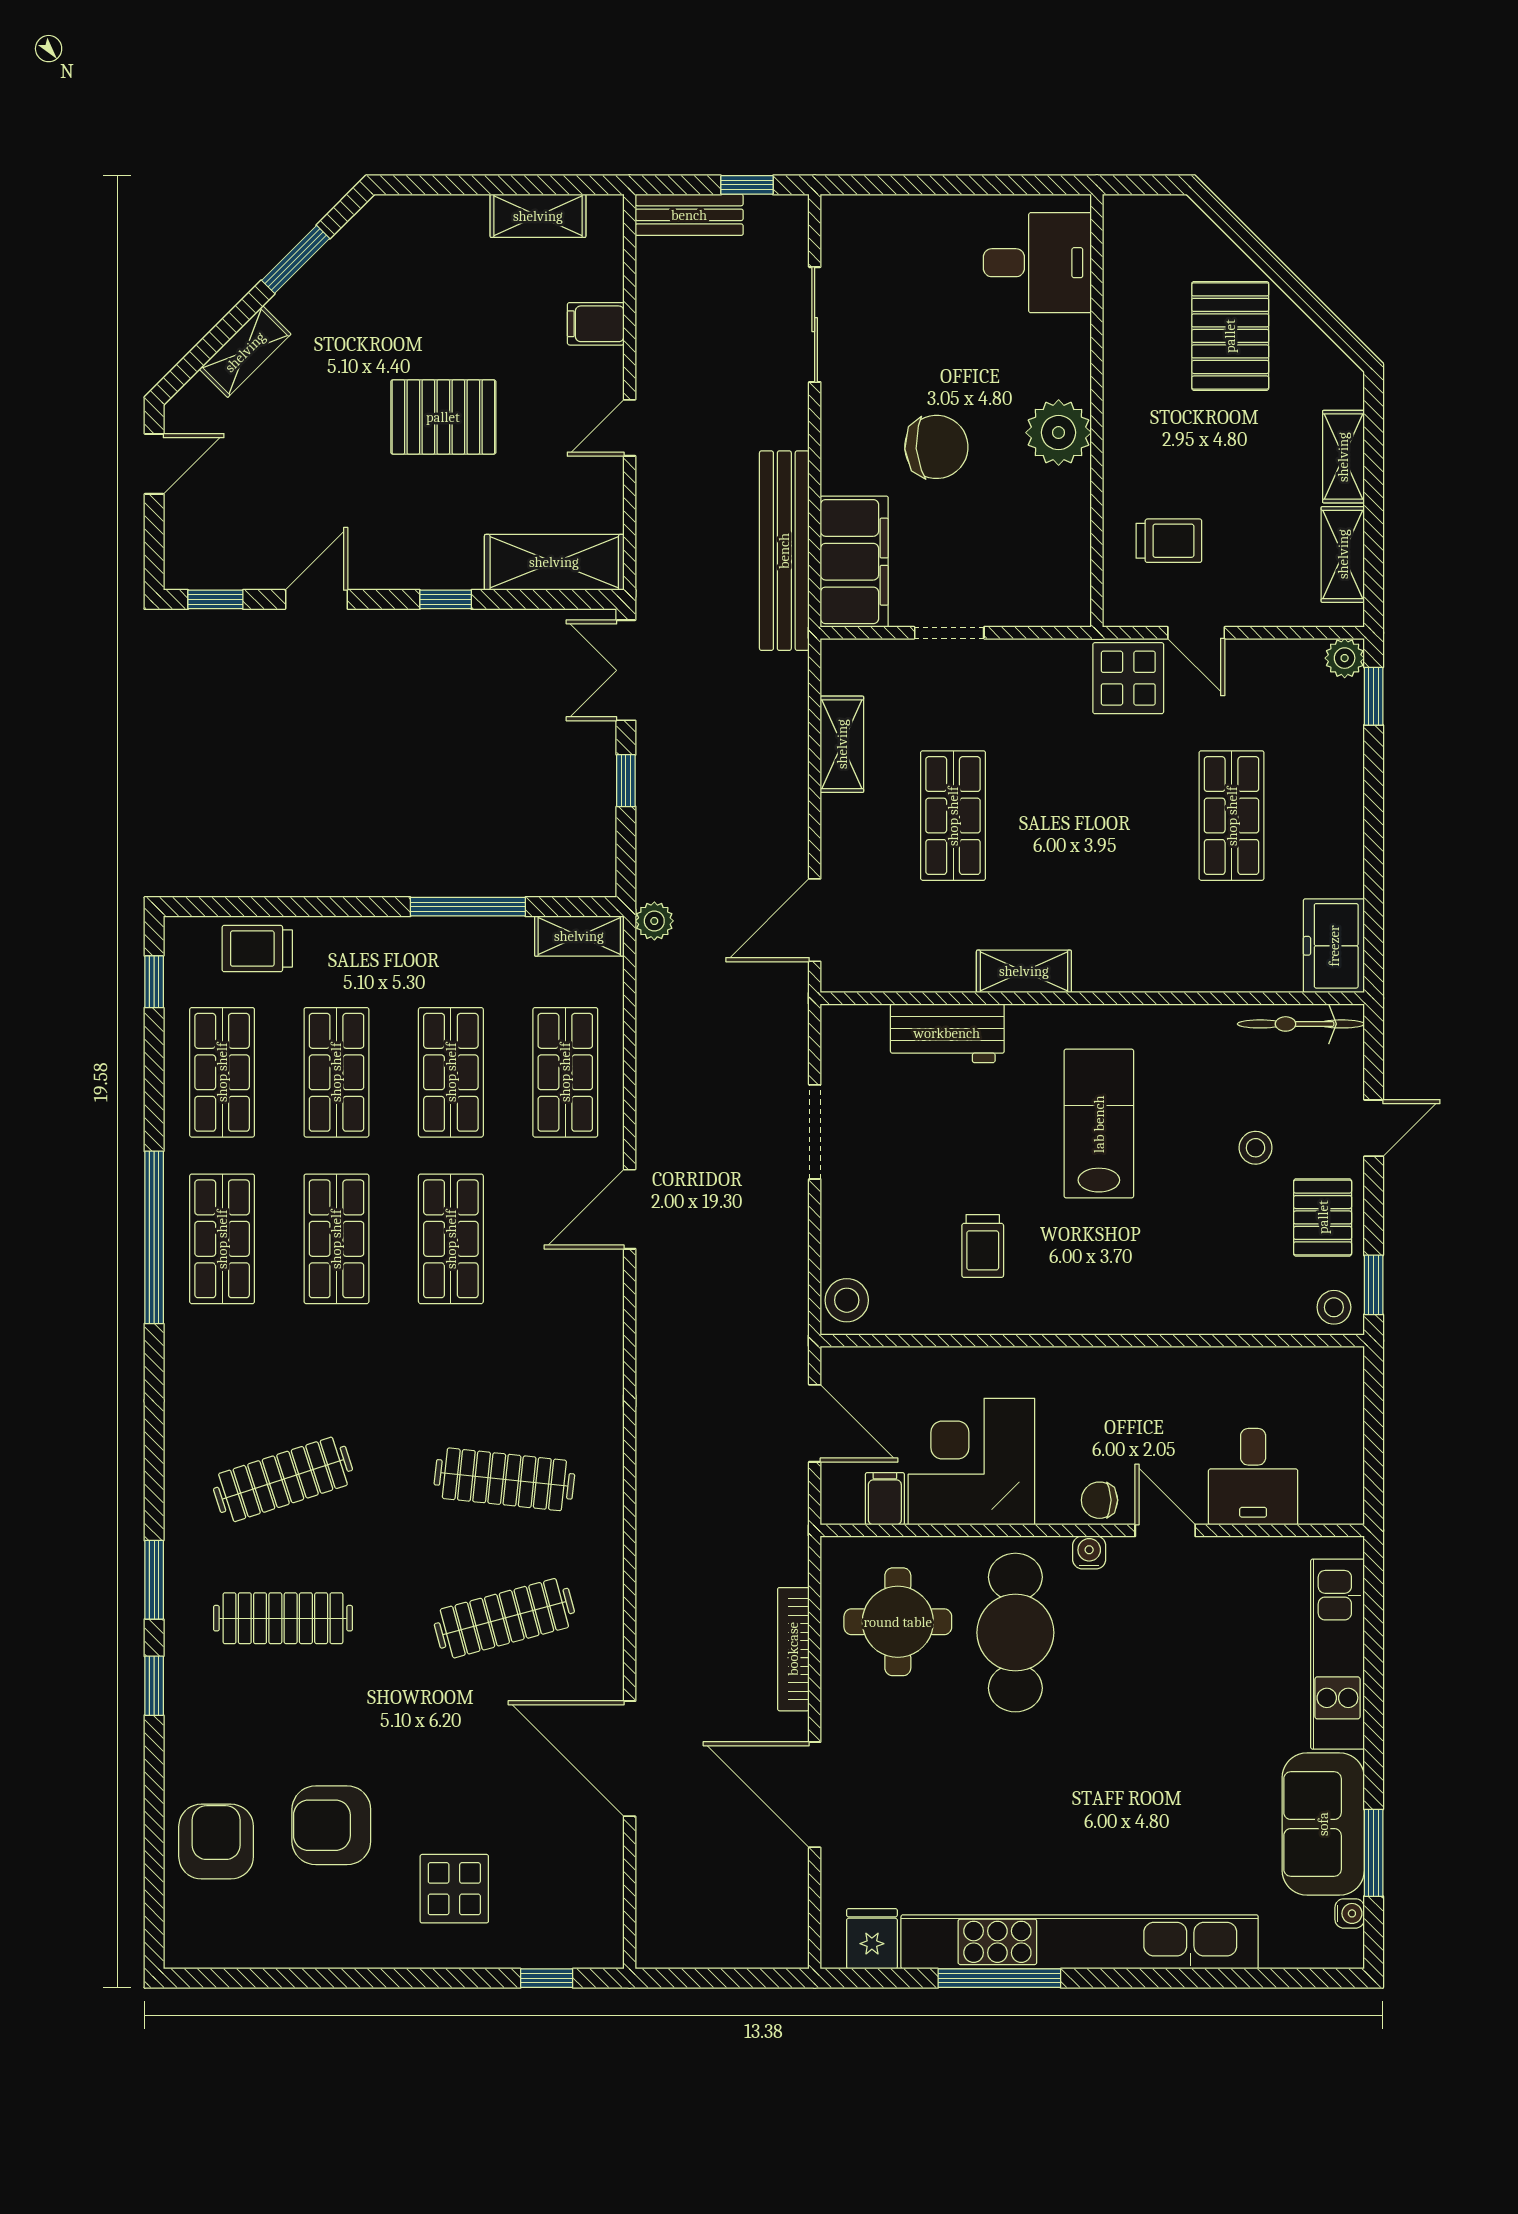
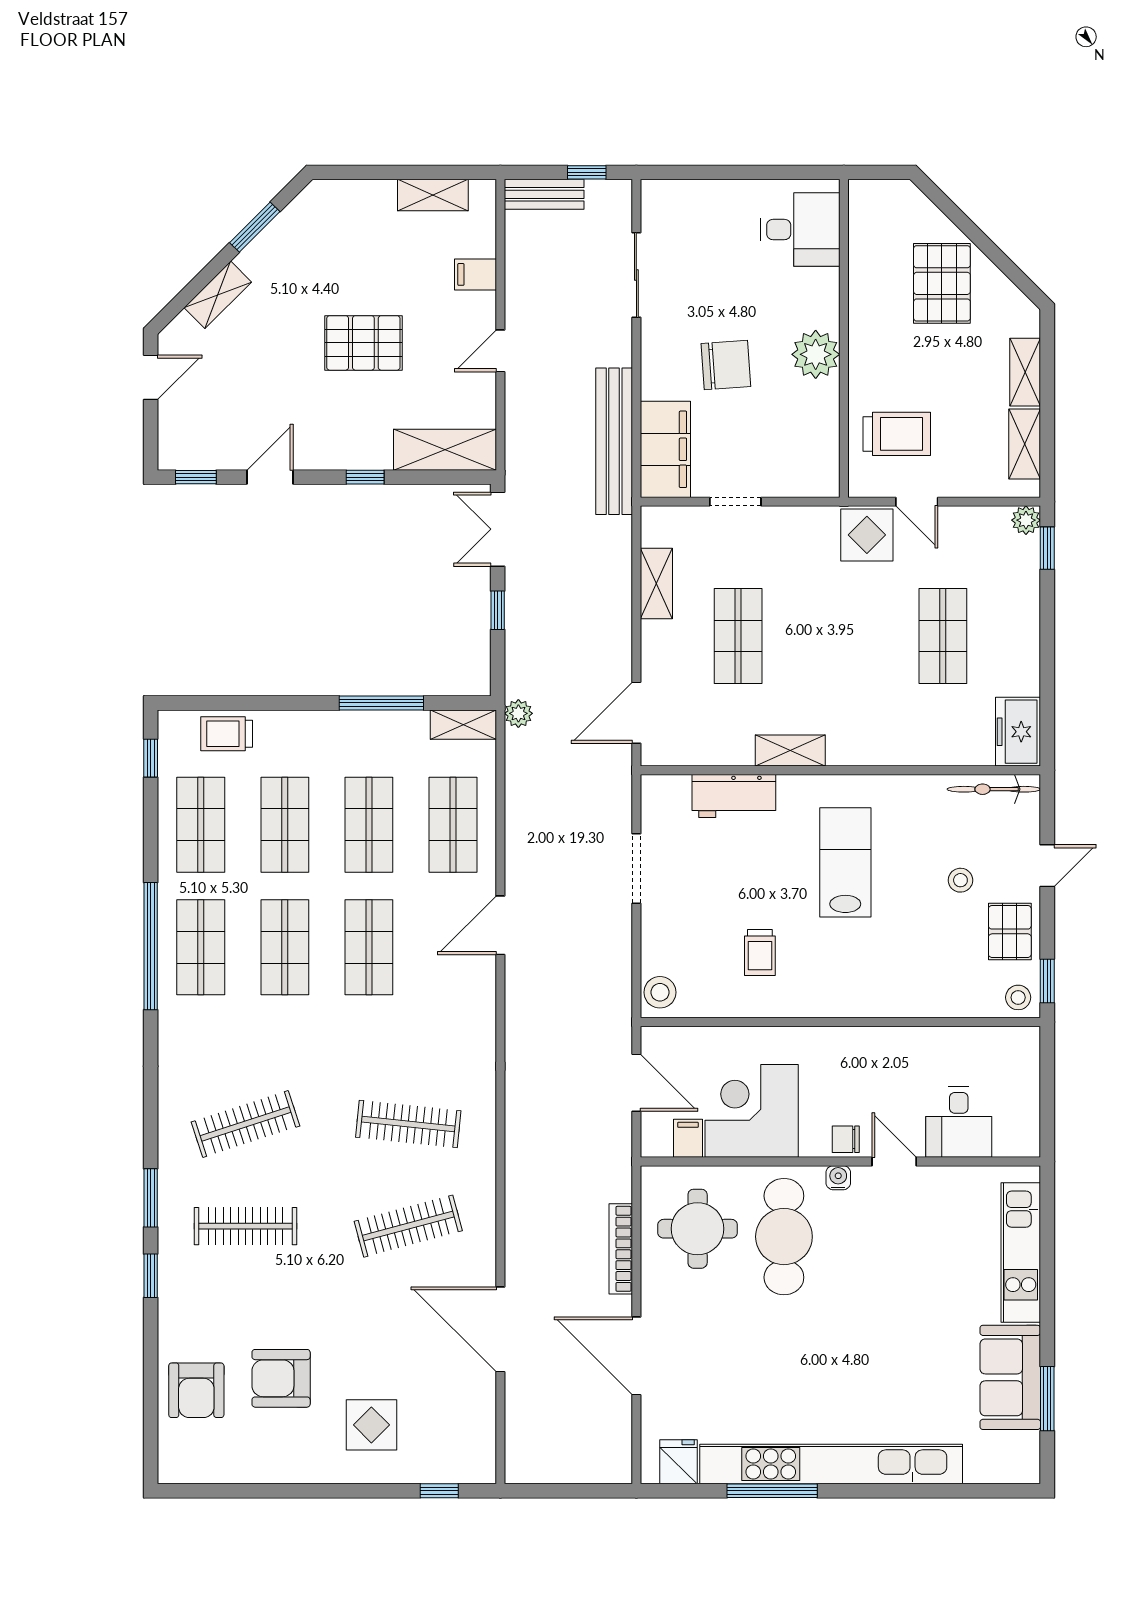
trolley: (1169, 541) -> (897, 434), width x1.36, depth x1.39
armchair: (216, 1842) -> (196, 1390), turned 180
water cooler: (1350, 1913) -> (1030, 1443), removed

